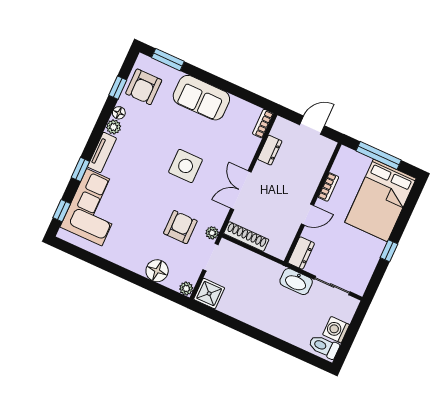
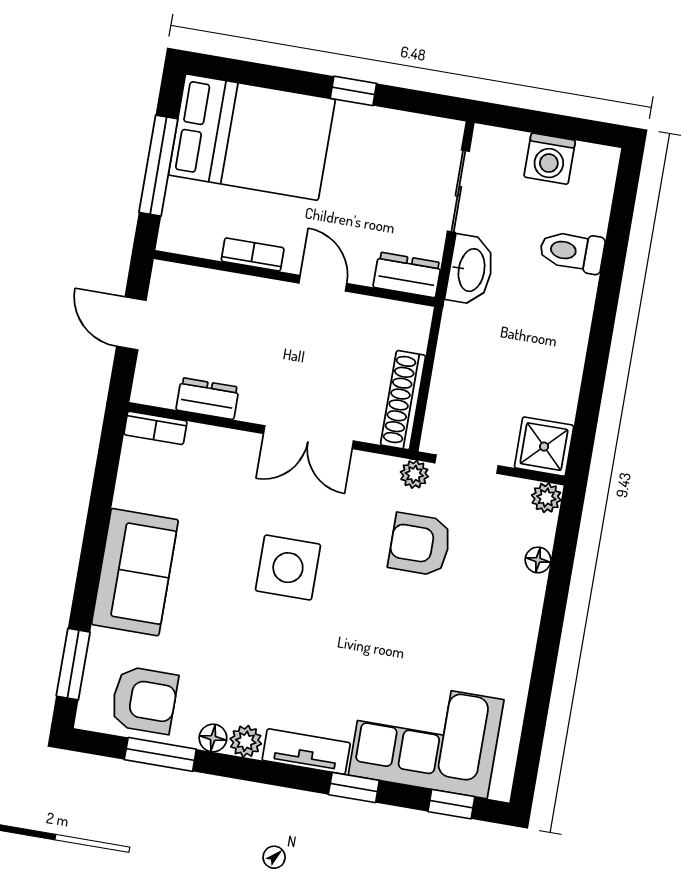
window: (118, 88) -> (160, 754), width x1.50
floor lamp: (157, 271) -> (538, 560), width x0.53, depth x0.53
toilet: (324, 347) -> (572, 251), moved, turned 90

